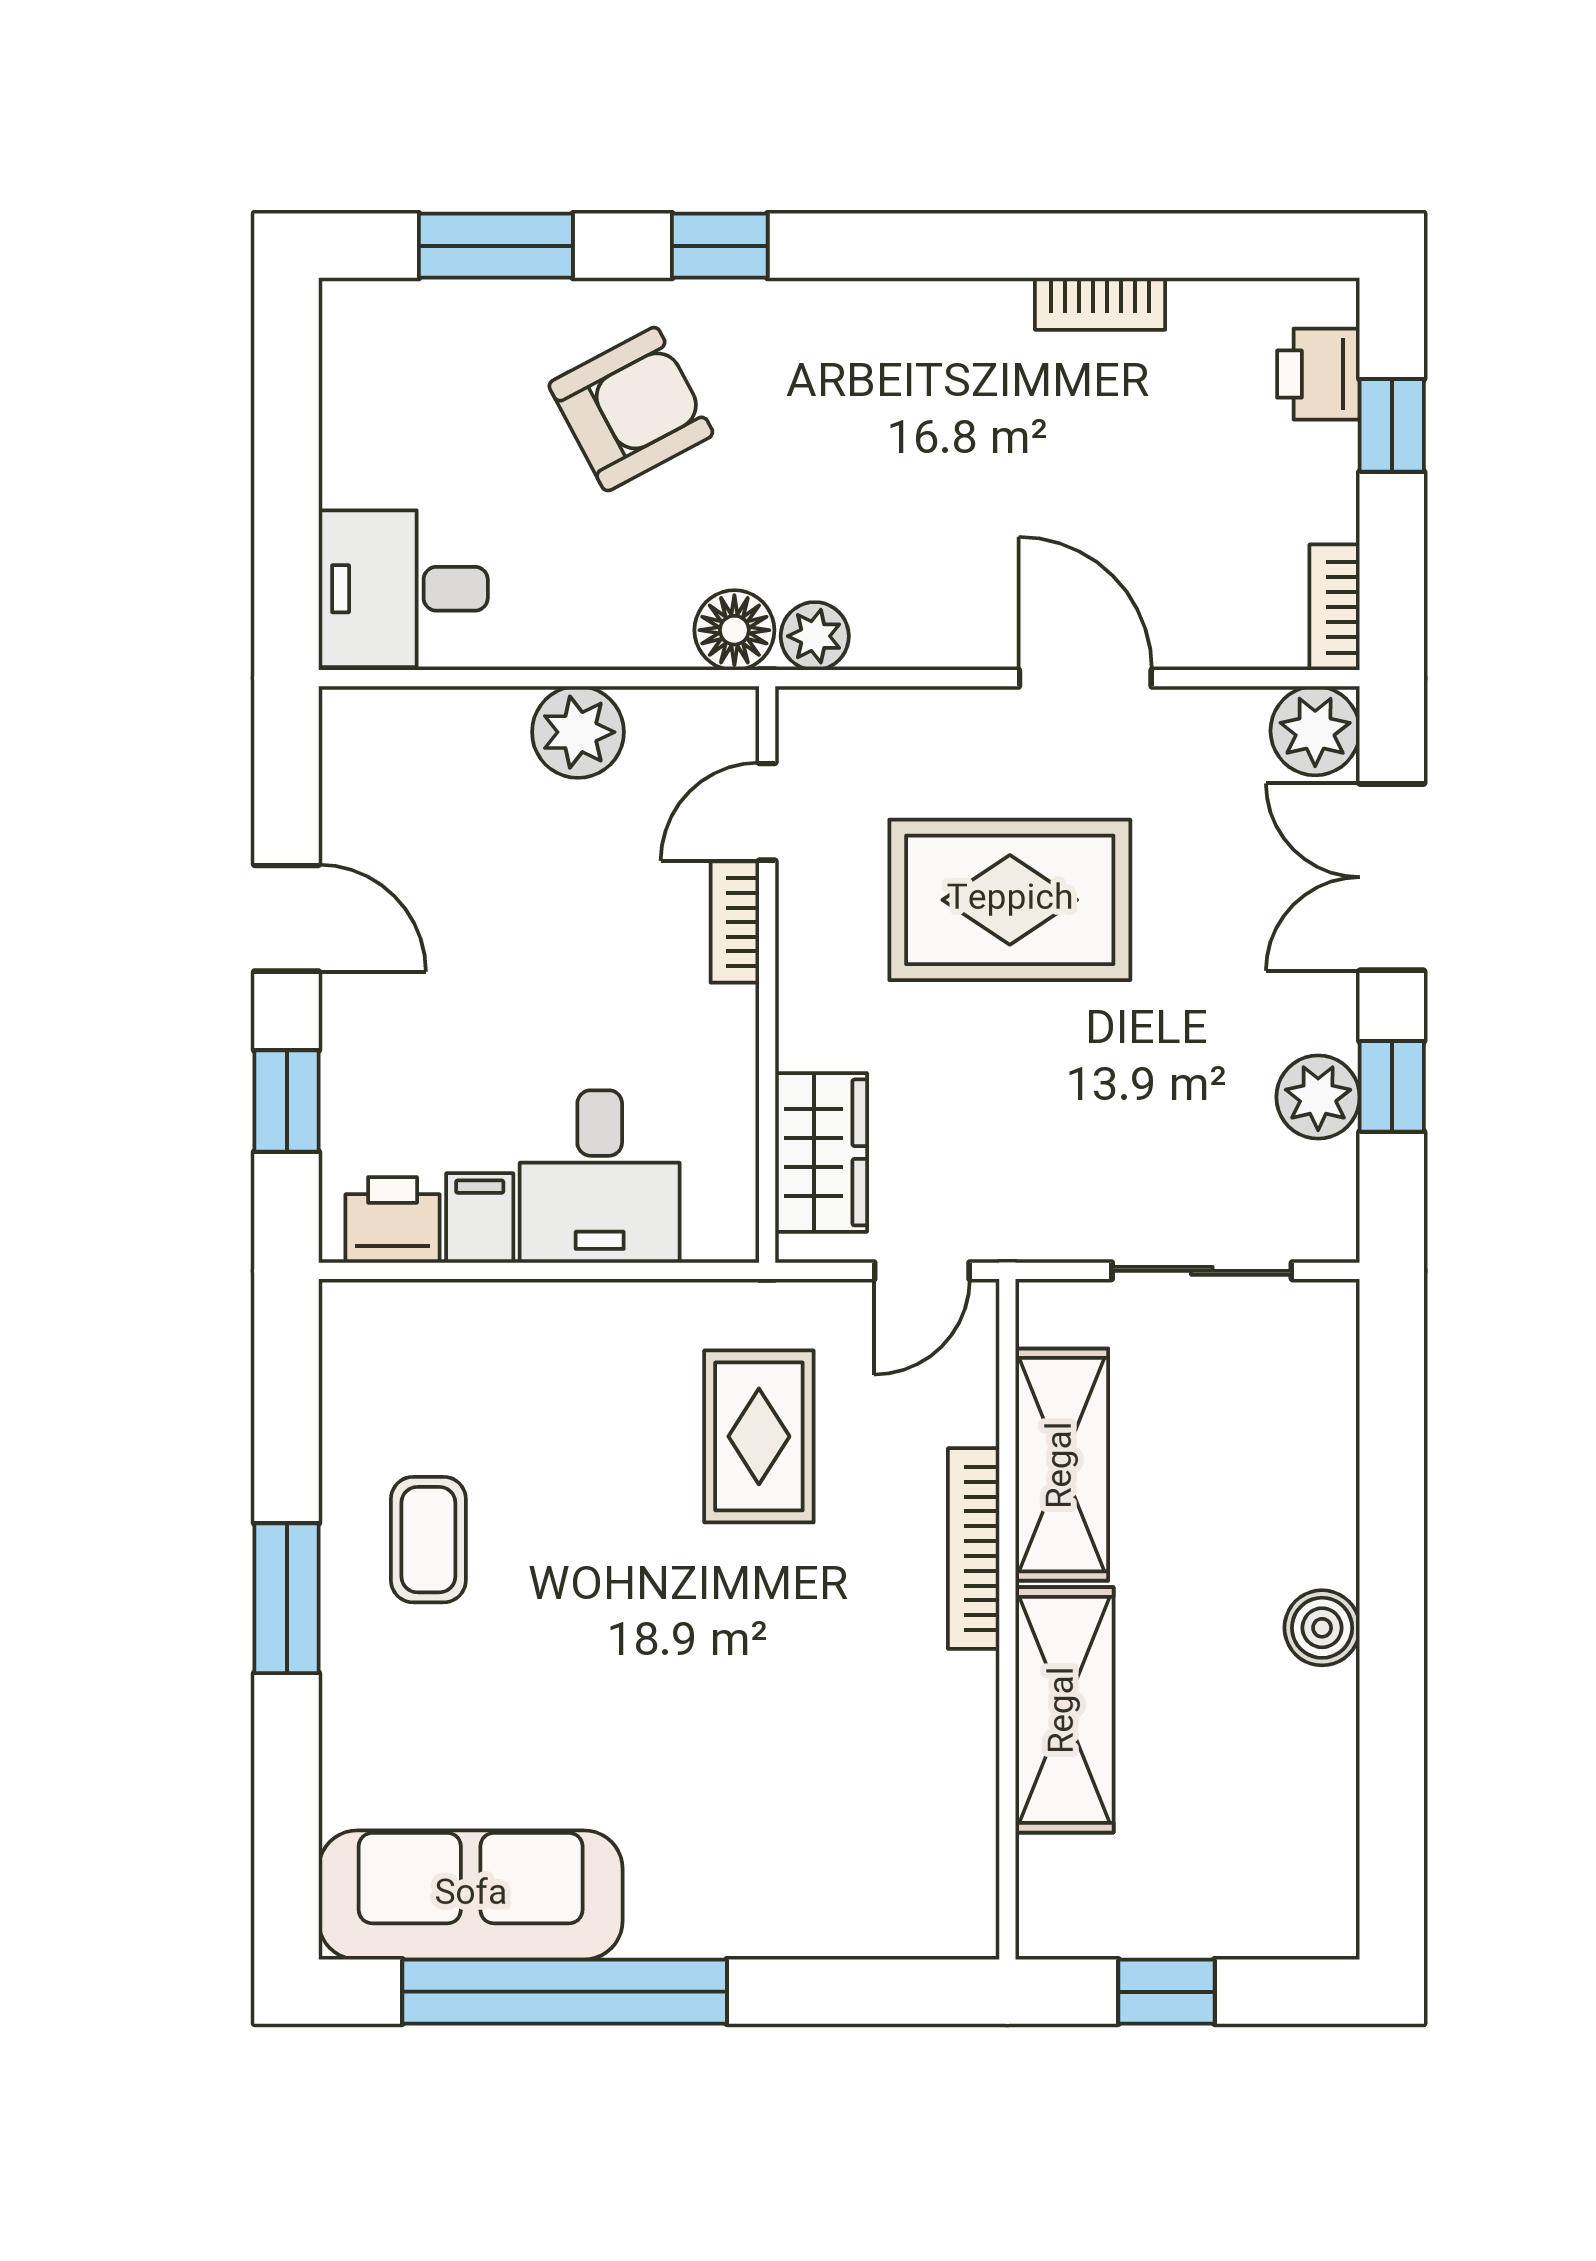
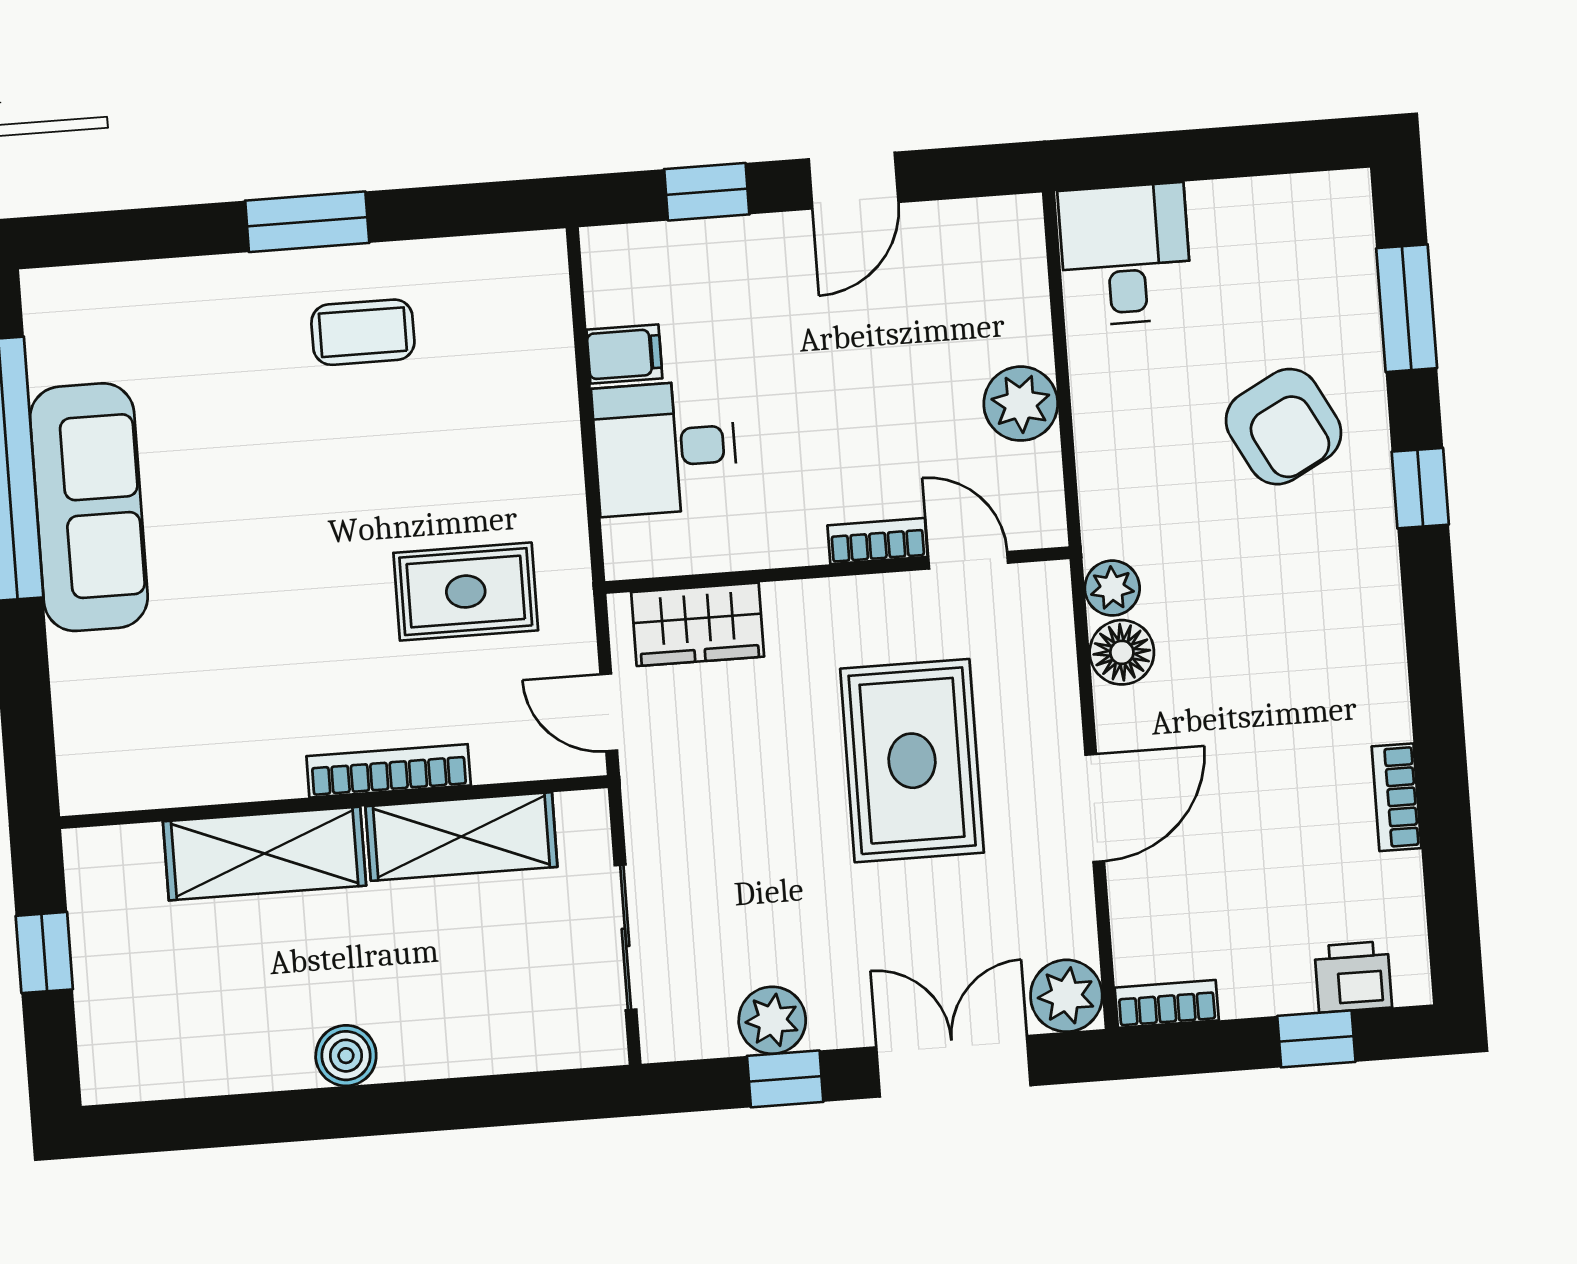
floor lamp: (734, 630) -> (1122, 652), moved
printer: (393, 1220) -> (618, 284), removed
sofa: (471, 1895) -> (89, 507), moved

